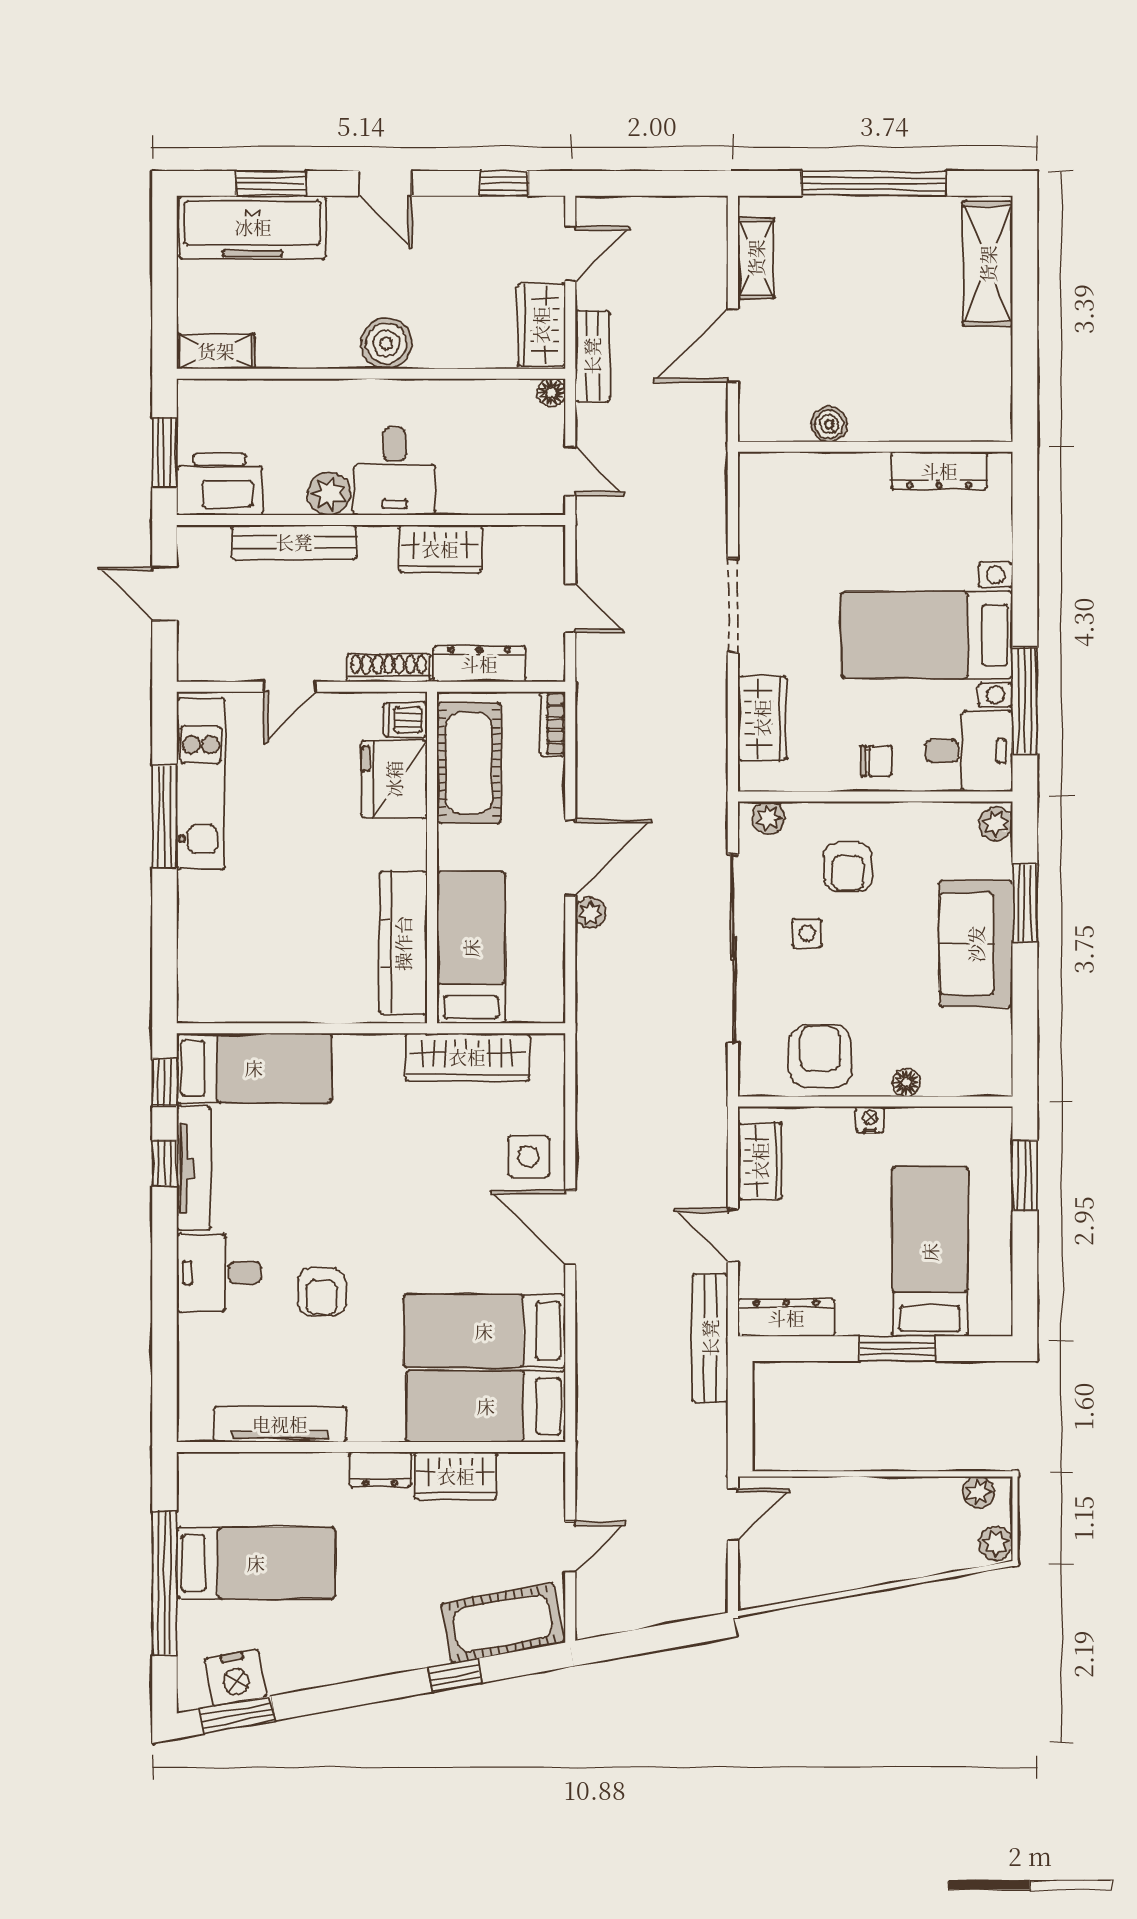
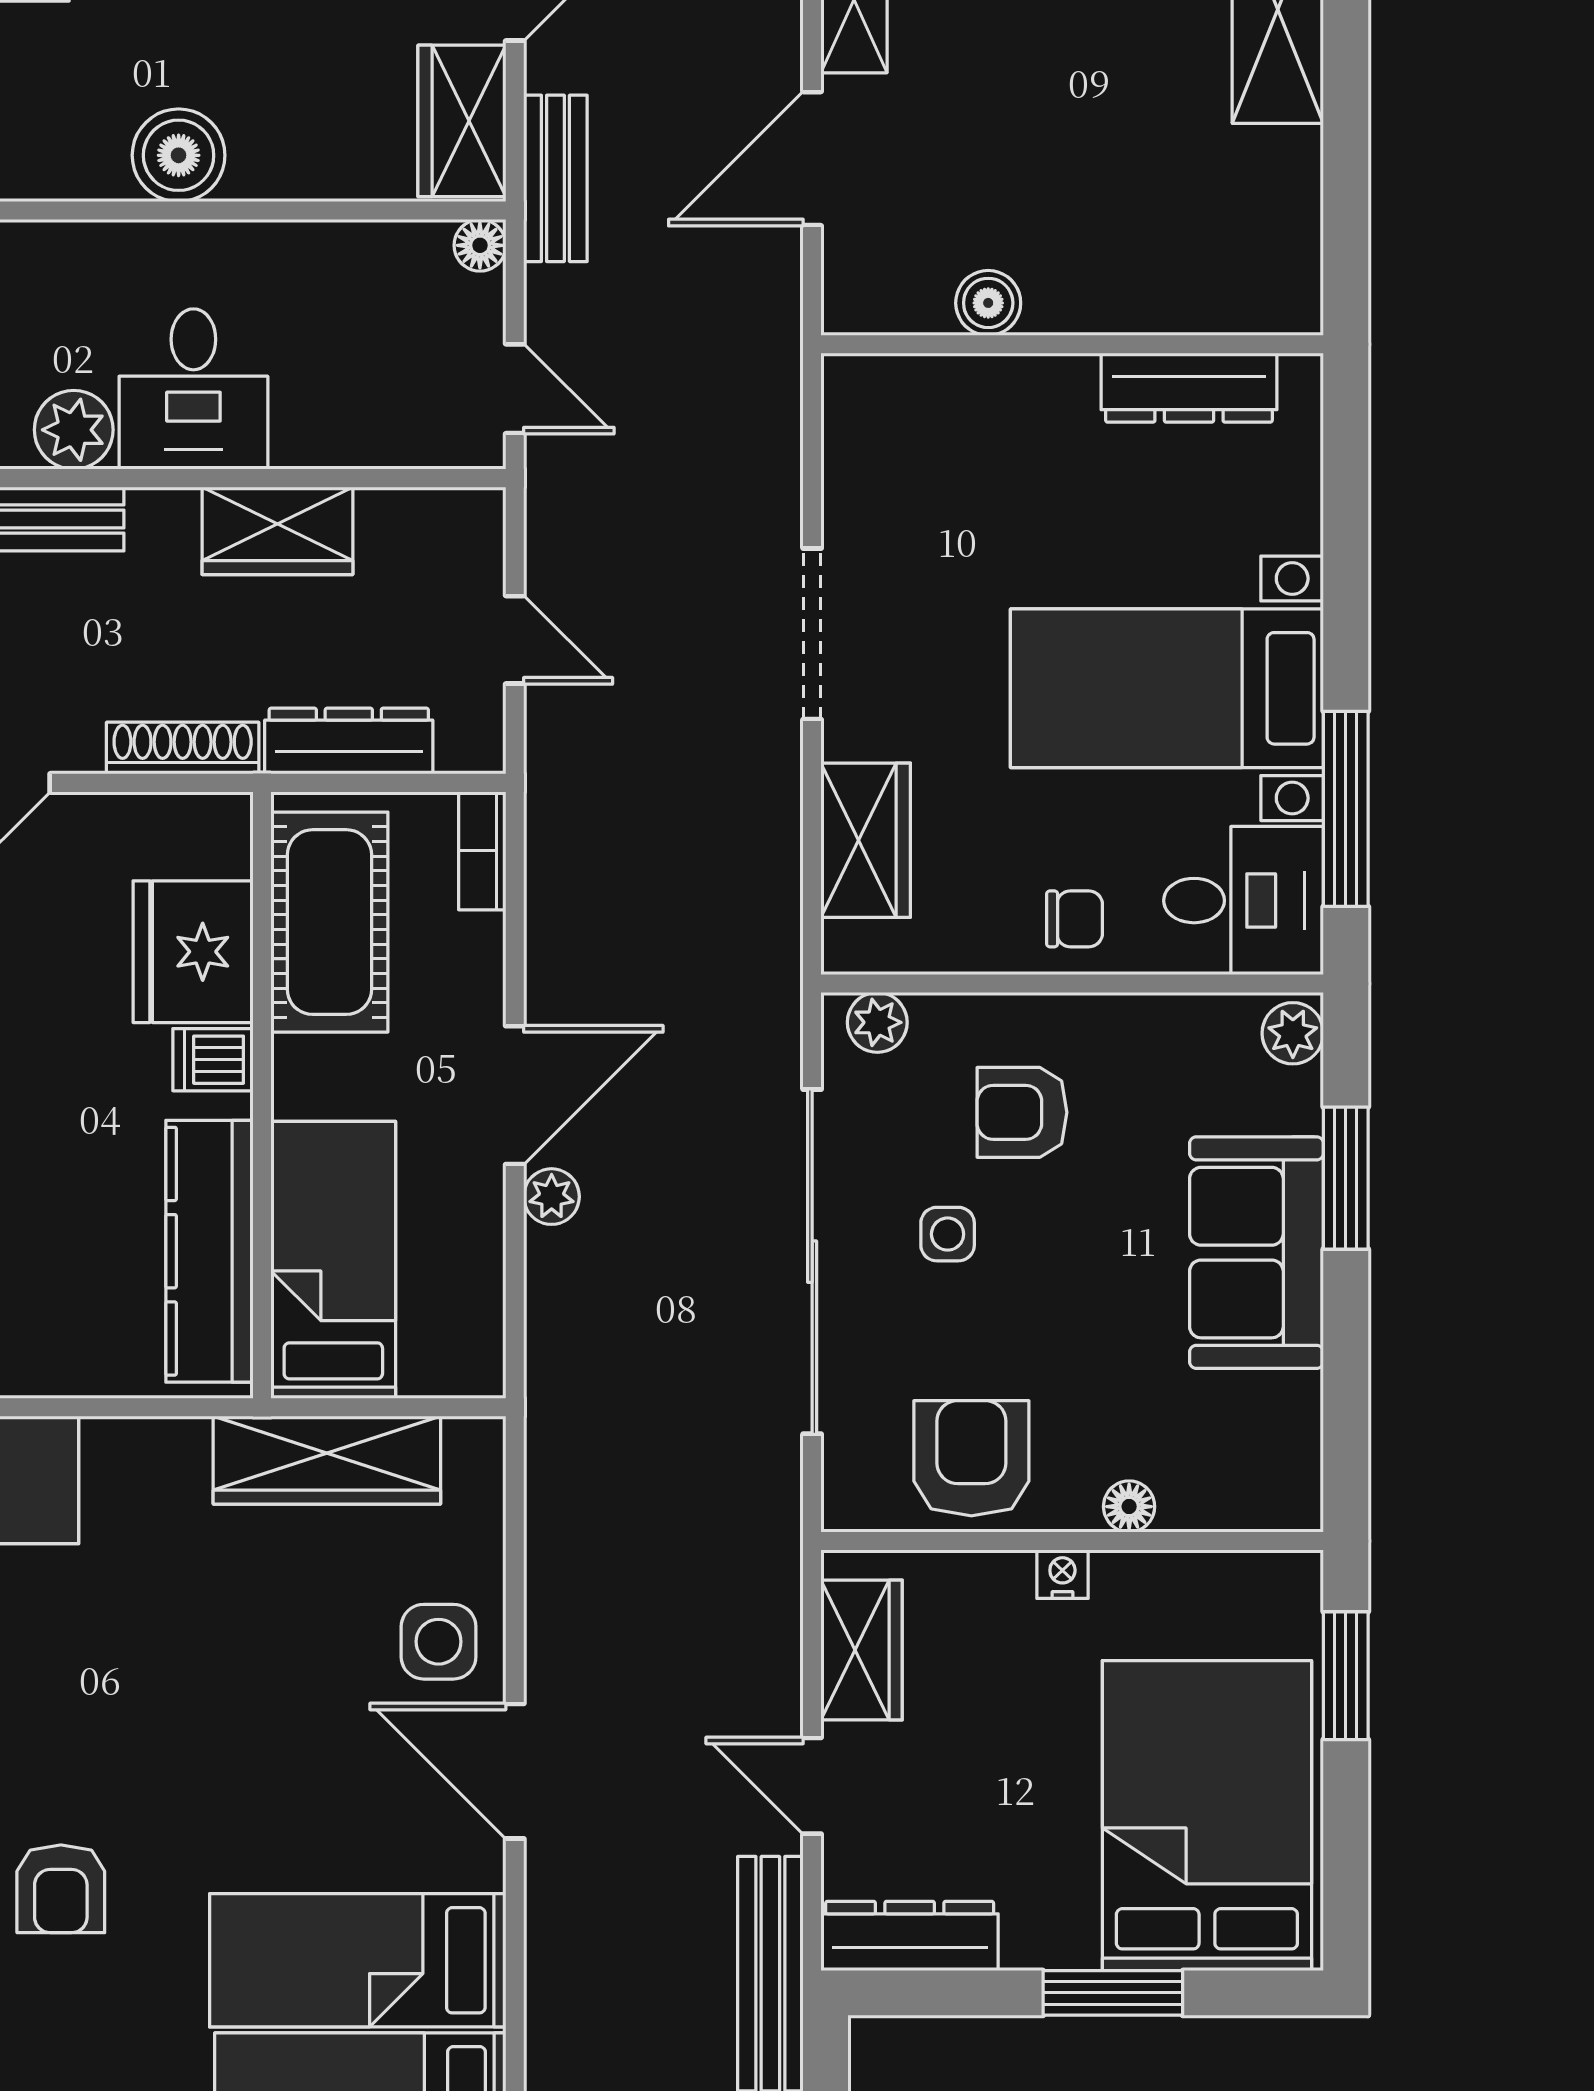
dishwasher: (405, 720) -> (213, 1060), moved
armchair: (848, 867) -> (1022, 1112), turned 90
bed: (930, 1252) -> (1207, 1816), width x1.50

